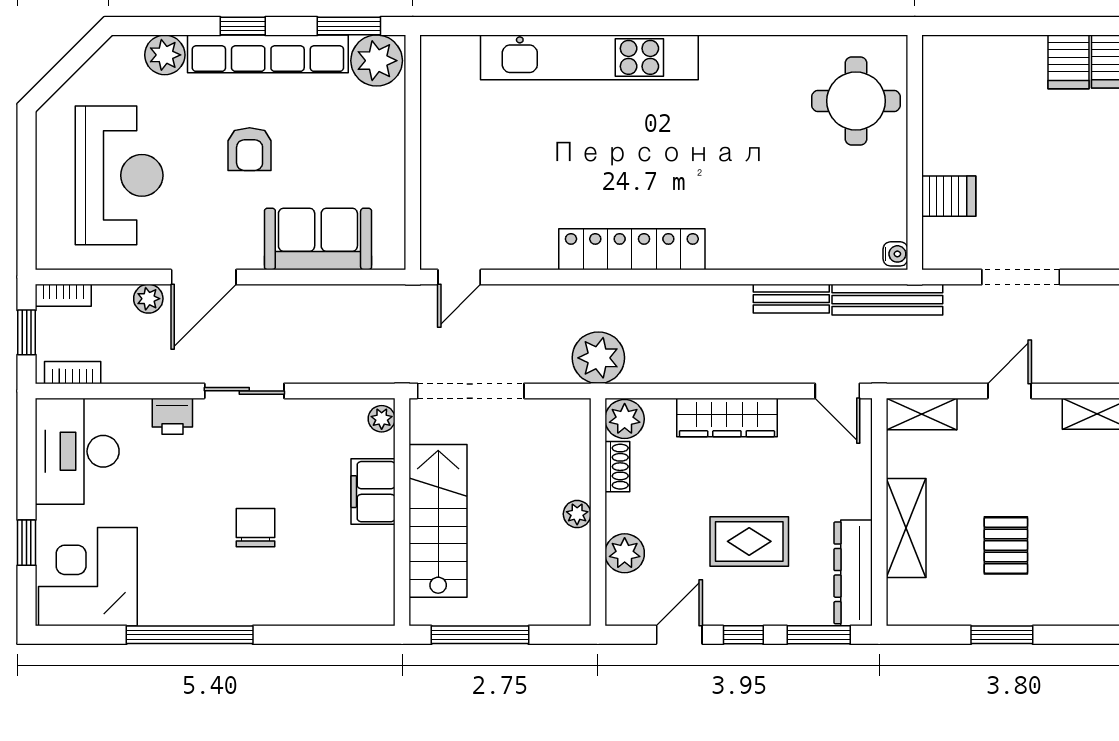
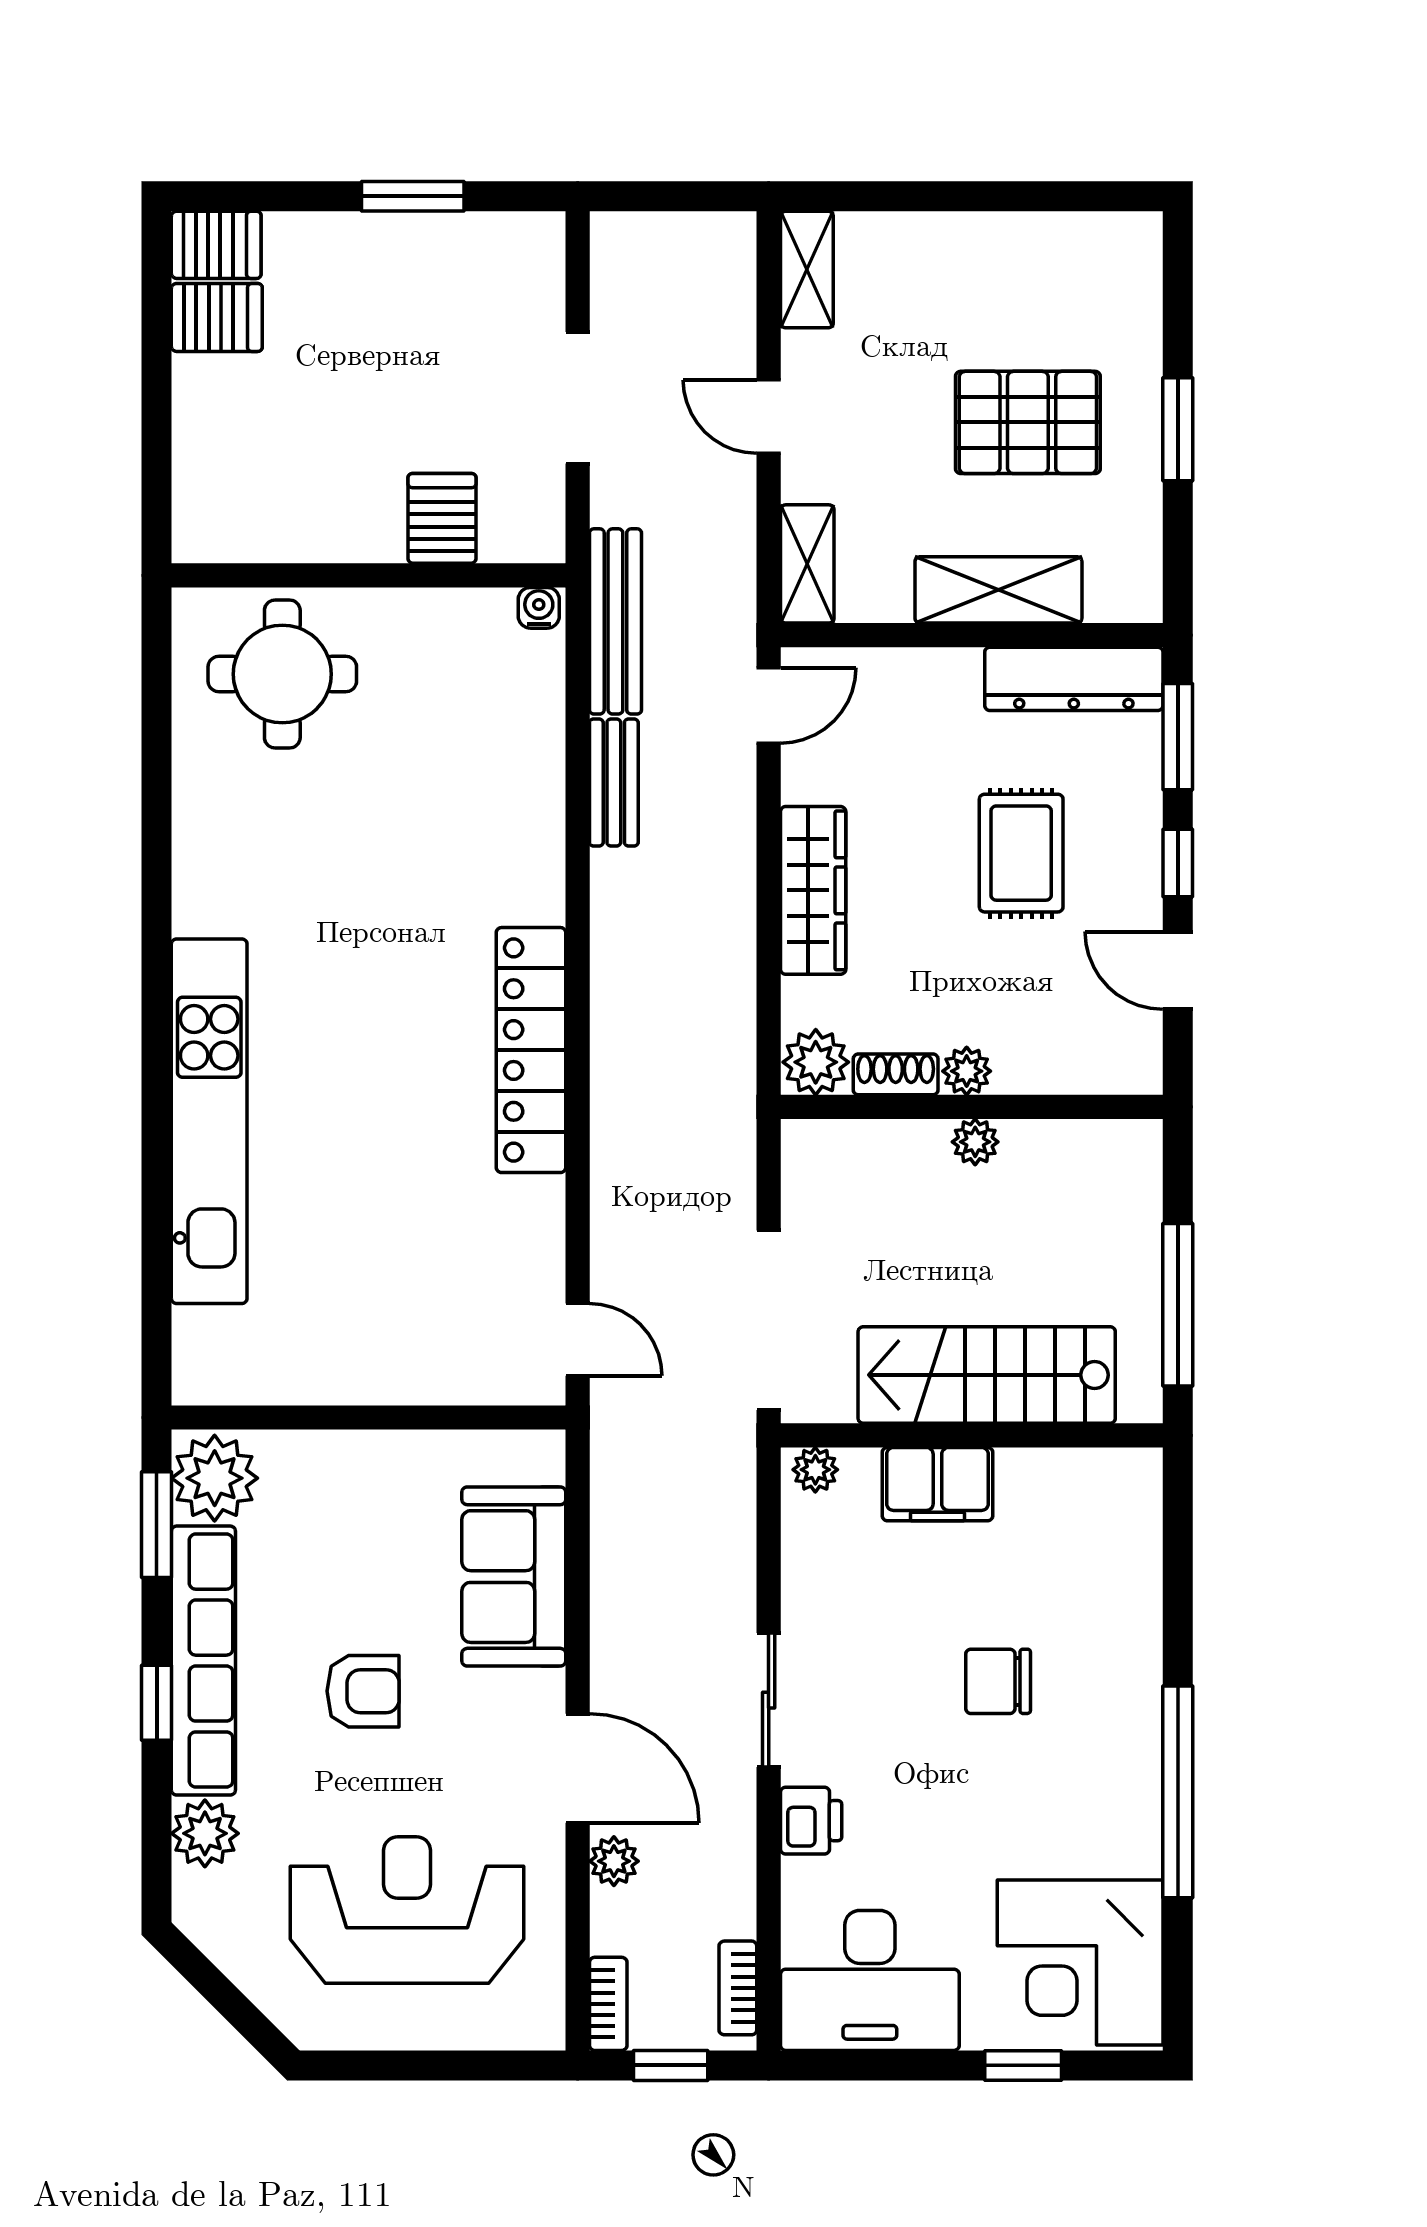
plant: (598, 358) -> (713, 1106), removed
pallet: (1006, 545) -> (1028, 422), width x1.50, depth x1.42
plant: (625, 553) -> (967, 1071), moved, width x0.73, depth x0.73

